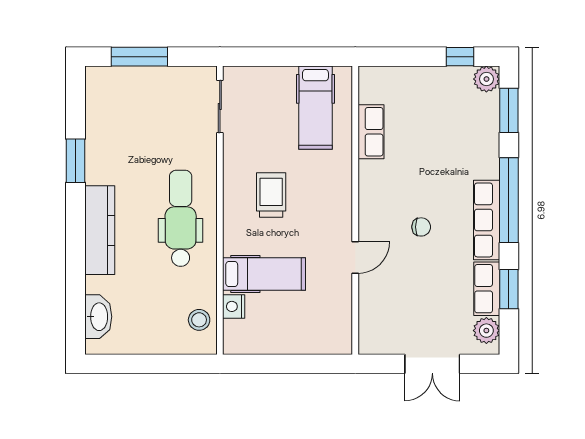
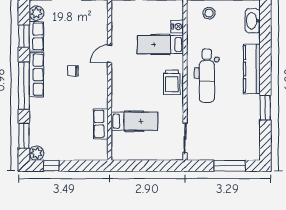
hospital bed: (315, 108) -> (134, 121), moved, turned 90
trolley: (271, 195) -> (172, 82), moved
stool: (199, 320) -> (209, 13), moved

